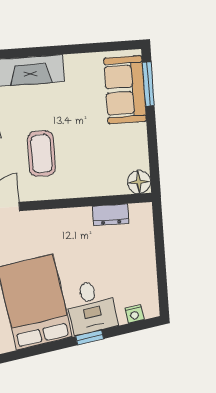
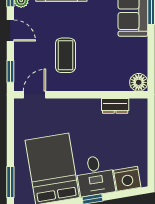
nightstand: (134, 314) -> (127, 179), width x1.89, depth x1.79

